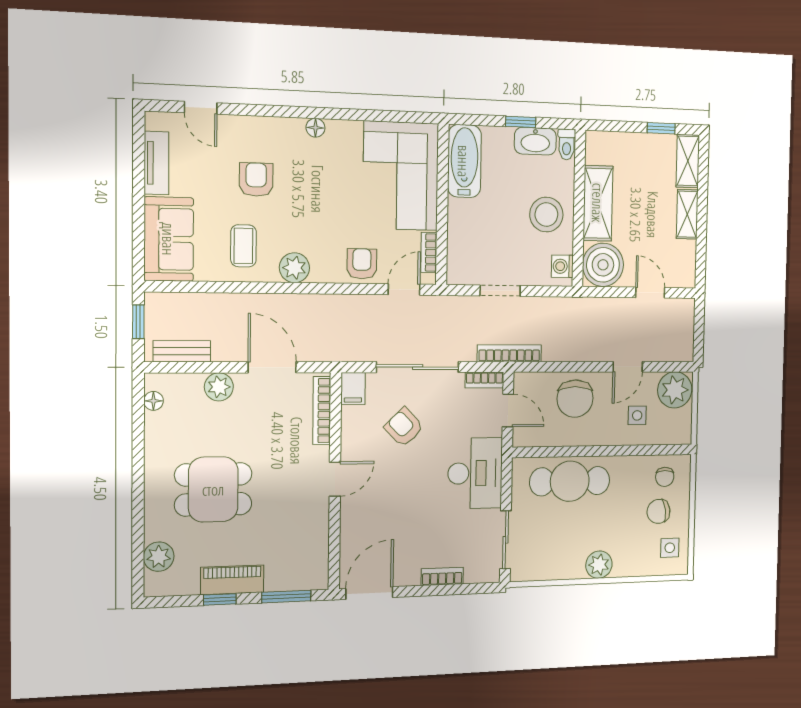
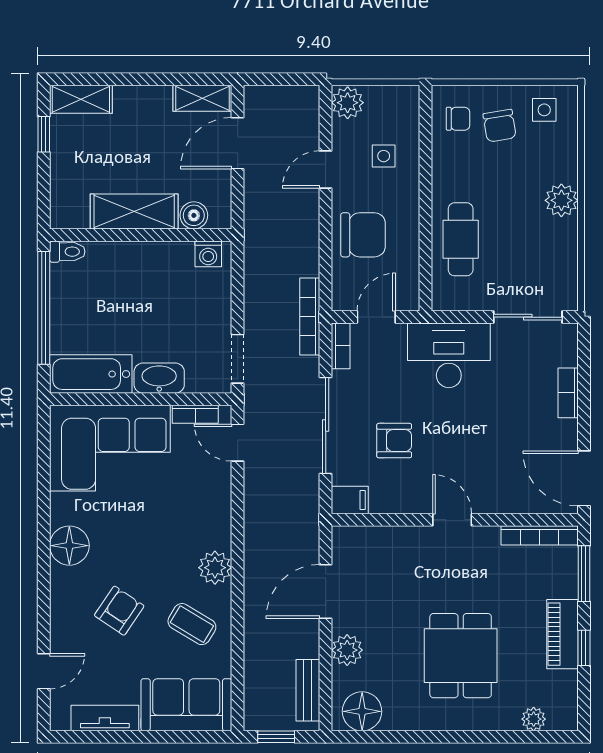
window: (521, 122) -> (44, 308), width x3.17
floor lamp: (315, 128) -> (69, 546), width x1.89, depth x1.89
washbasin: (535, 141) -> (159, 378), moved, turned -90
armchair: (256, 180) -> (119, 611), turned 124
shelving: (687, 214) -> (202, 98), moved
stool: (546, 215) -> (149, 275), removed
coffee table: (243, 246) -> (192, 624), turned 31
armchair: (362, 264) -> (209, 492), removed
boiler: (603, 265) -> (194, 215), width x0.54, depth x0.54
doorway: (500, 291) -> (238, 359), moved
door: (650, 293) -> (238, 143), width x1.38
door: (628, 367) -> (326, 170), swing flipped
plant: (675, 390) -> (348, 103), width x0.73, depth x0.73
floor lamp: (153, 401) -> (362, 711), width x1.89, depth x1.89
bookcase: (322, 411) -> (540, 535), moved
armchair: (404, 427) -> (394, 441), turned -136
cafe table: (570, 481) -> (461, 239), width x0.73, depth x0.74
plant: (159, 557) -> (534, 719), width x0.73, depth x0.73

